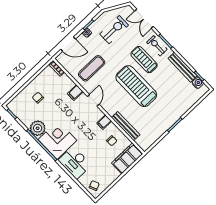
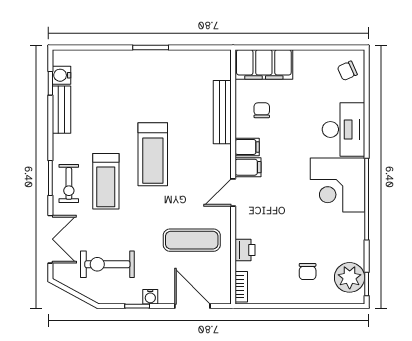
bench: (183, 67) -> (62, 110), width x0.73
printer: (69, 83) -> (245, 250), added
treadmill: (136, 86) -> (153, 154), width x0.73, depth x0.73
filing cabinet: (75, 93) -> (248, 167), moved
plant: (38, 128) -> (350, 277), moved

